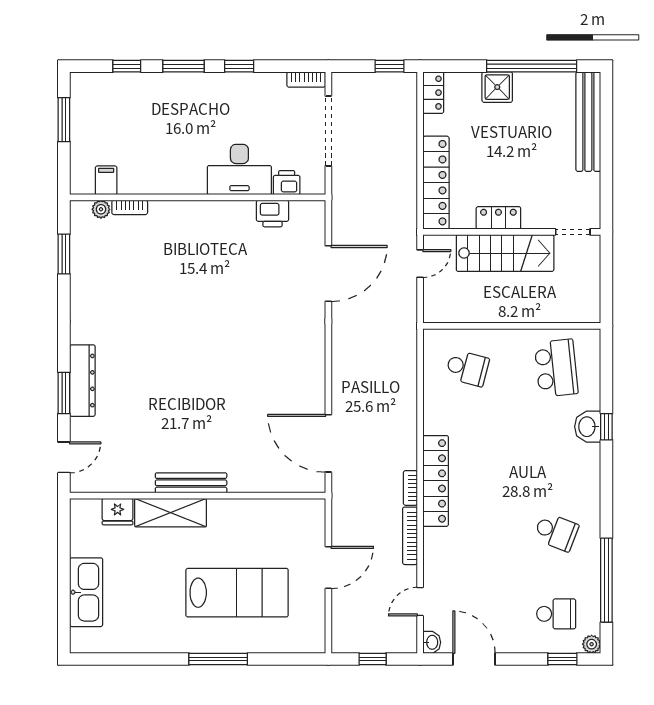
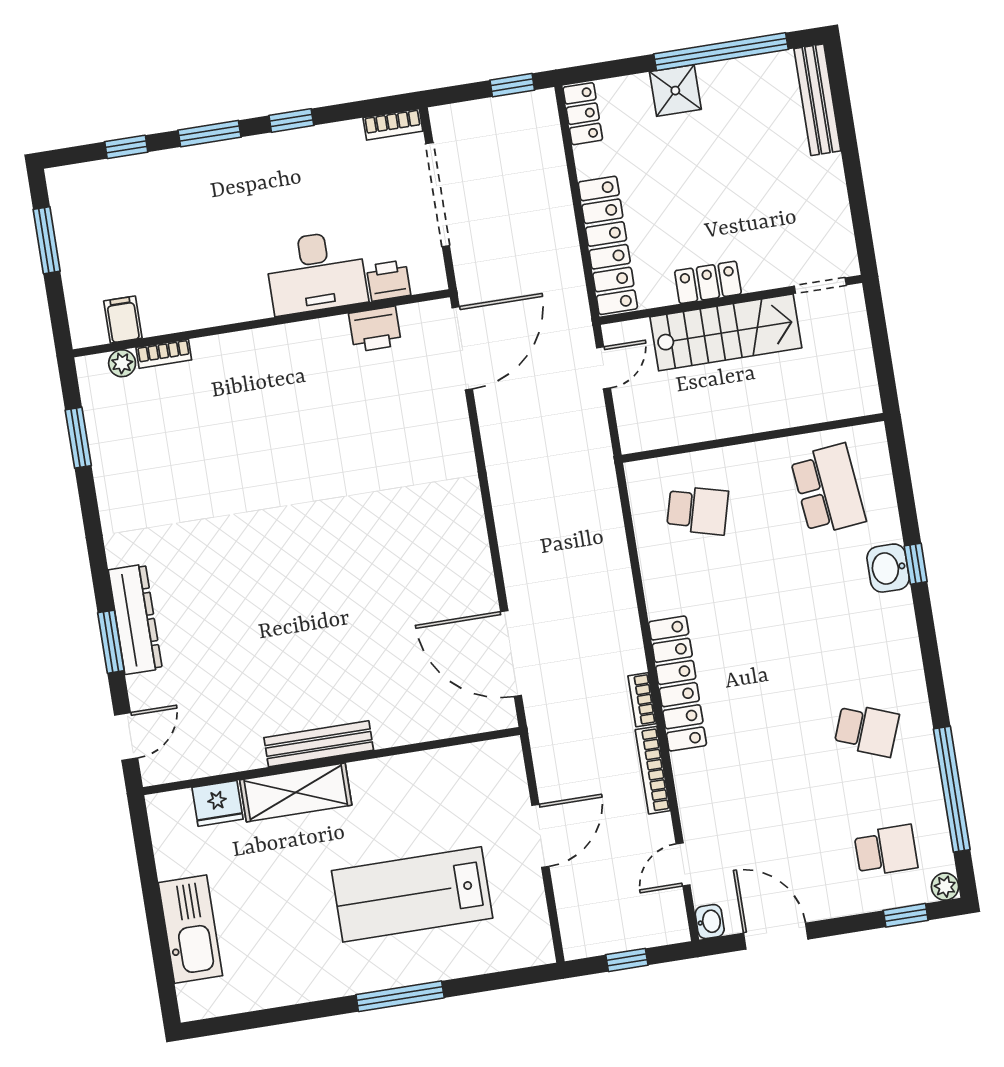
bench: (588, 122) -> (817, 100), width x0.73, depth x0.82
door: (328, 274) -> (462, 348), moved
lab bench: (237, 593) -> (412, 894), turned 180

